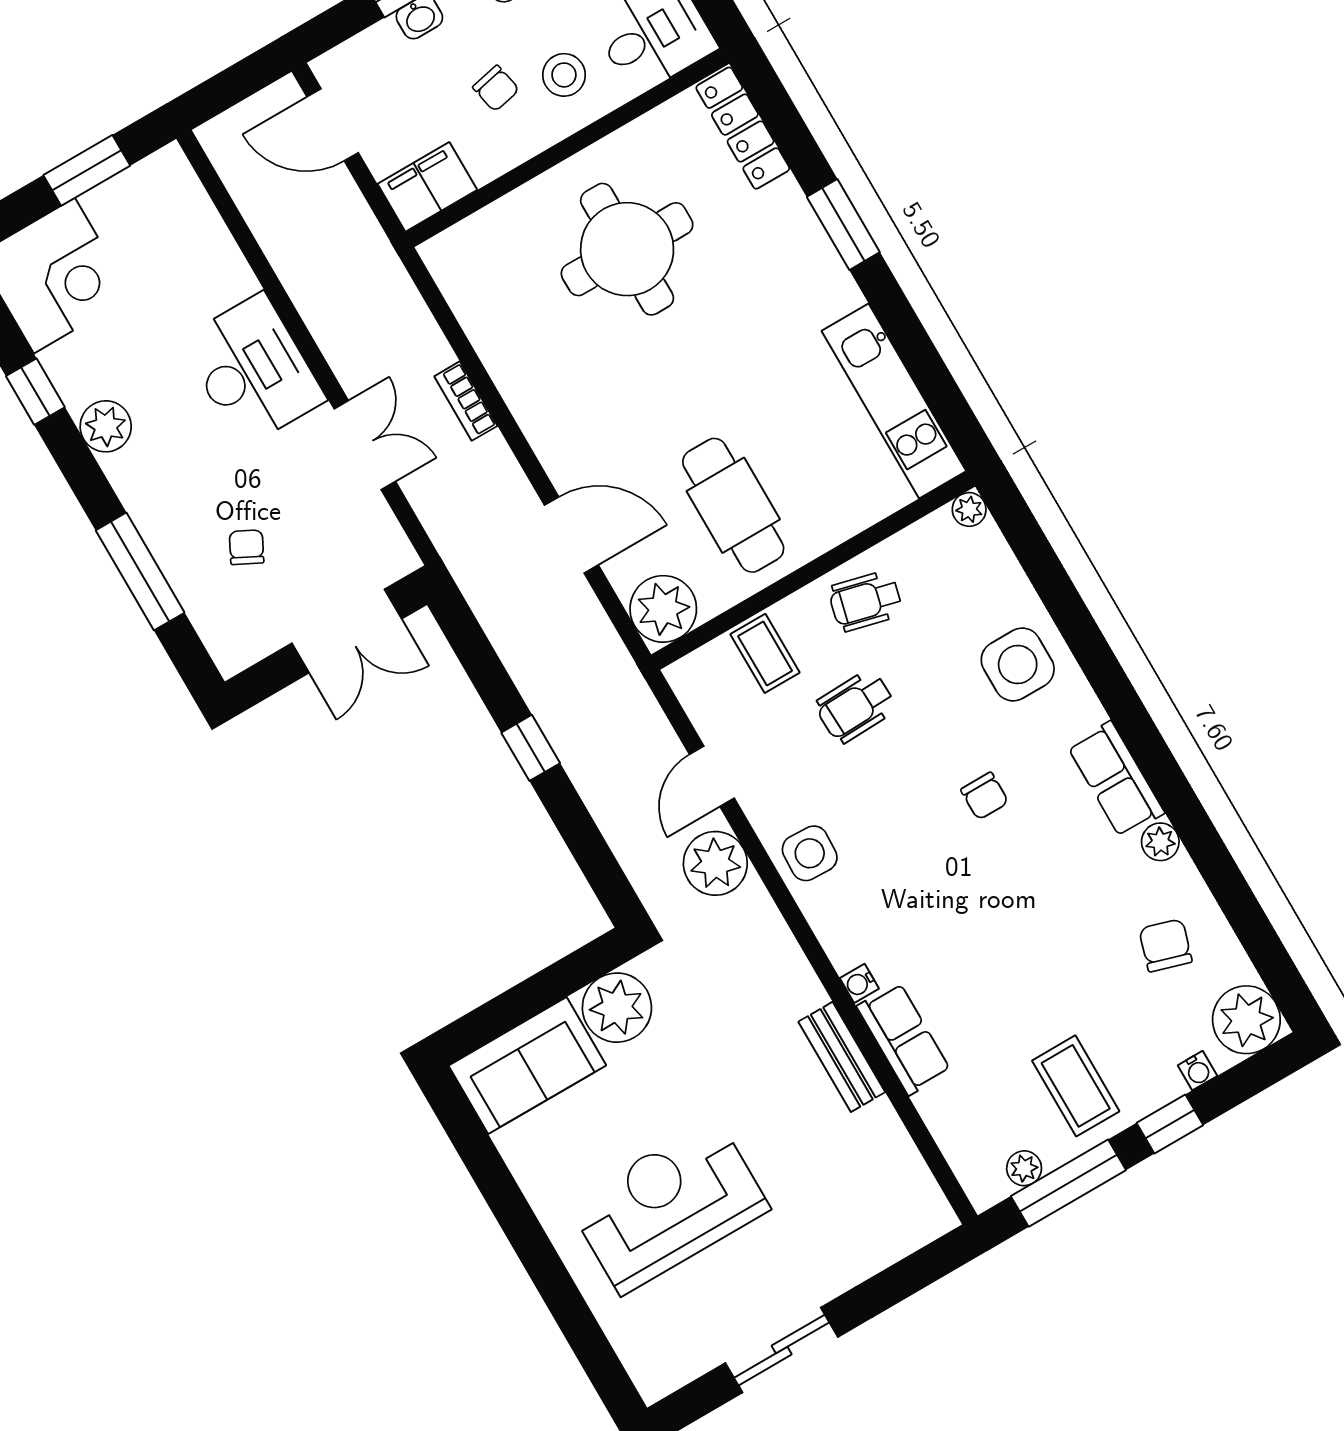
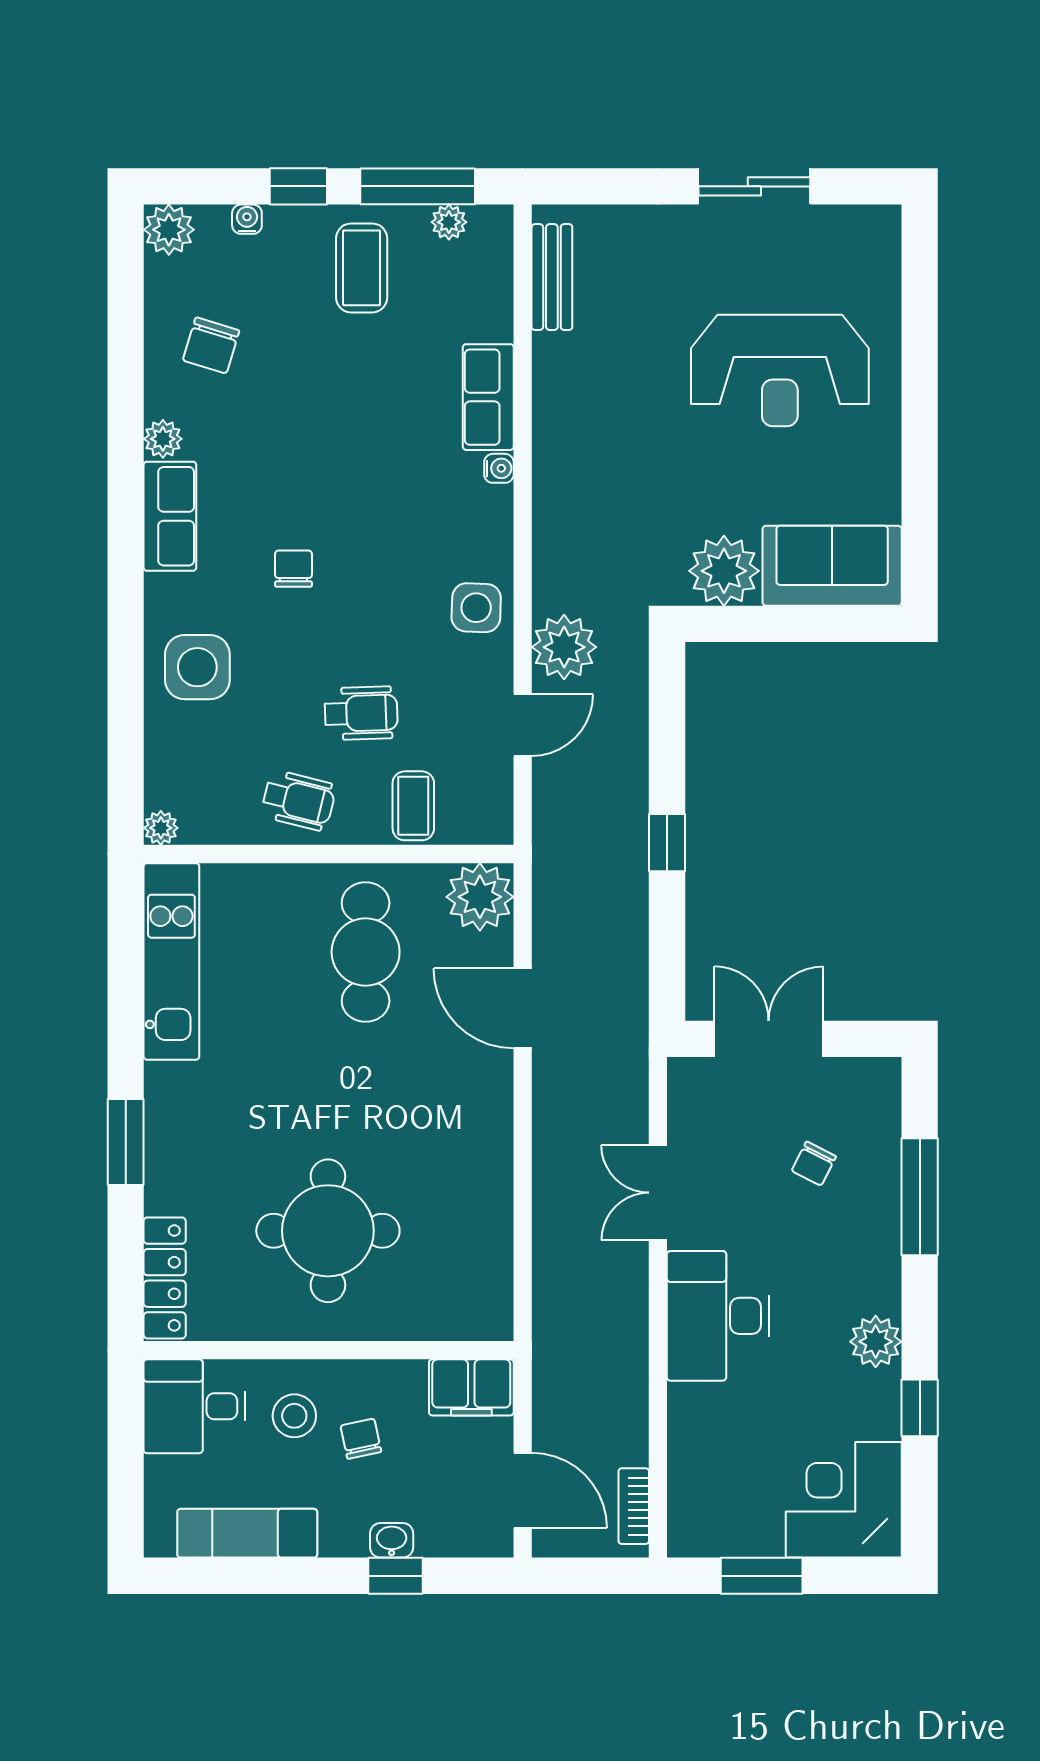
bookcase: (466, 401) -> (634, 1506), moved, turned 180
plant: (1246, 1020) -> (169, 230), width x0.73, depth x0.73
bench: (842, 1057) -> (552, 277), moved

